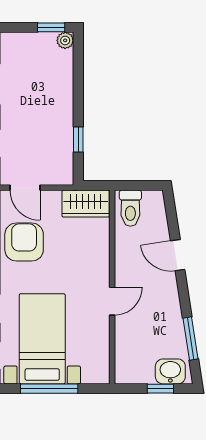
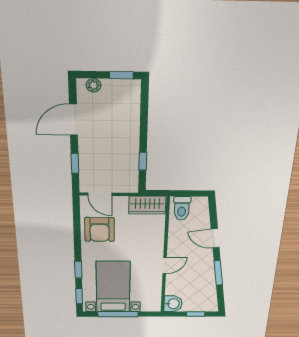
plant: (65, 40) -> (93, 85), moved
armchair: (24, 242) -> (99, 229), turned 180
window: (191, 339) -> (218, 273), moved
washbasin: (170, 371) -> (173, 304), moved, turned 90

